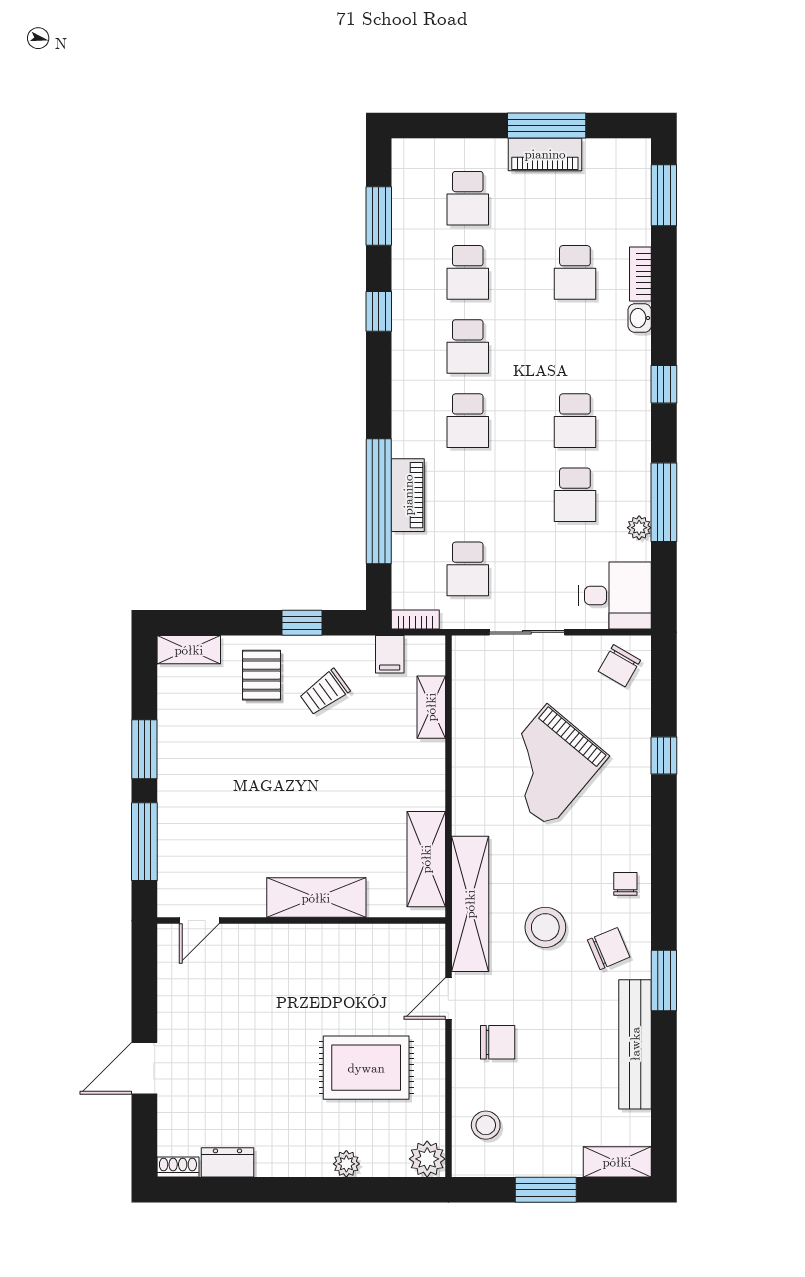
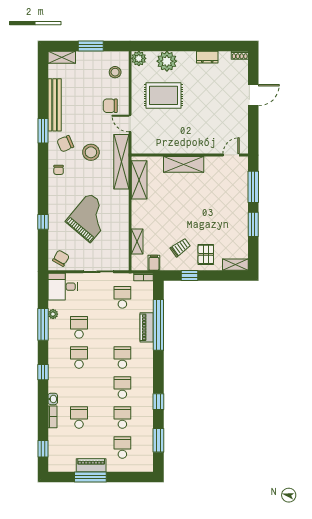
window: (664, 195) -> (43, 449), width x0.67
door: (448, 998) -> (130, 123), swing flipped
dresser: (227, 1162) -> (207, 57), moved
plant: (346, 1164) -> (167, 61), width x1.88, depth x1.88

